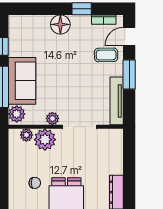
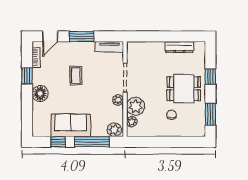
door: (129, 37) -> (50, 36), hinge flipped
coffee table: (106, 55) -> (76, 75), moved
sofa: (22, 81) -> (71, 125), moved
tv unit: (117, 101) -> (109, 47), width x0.71

